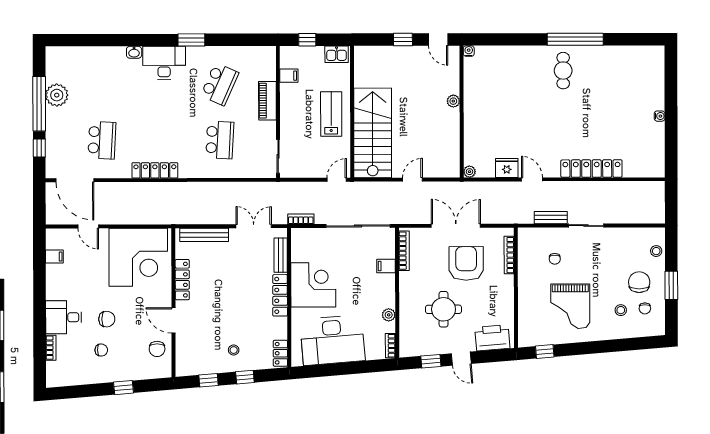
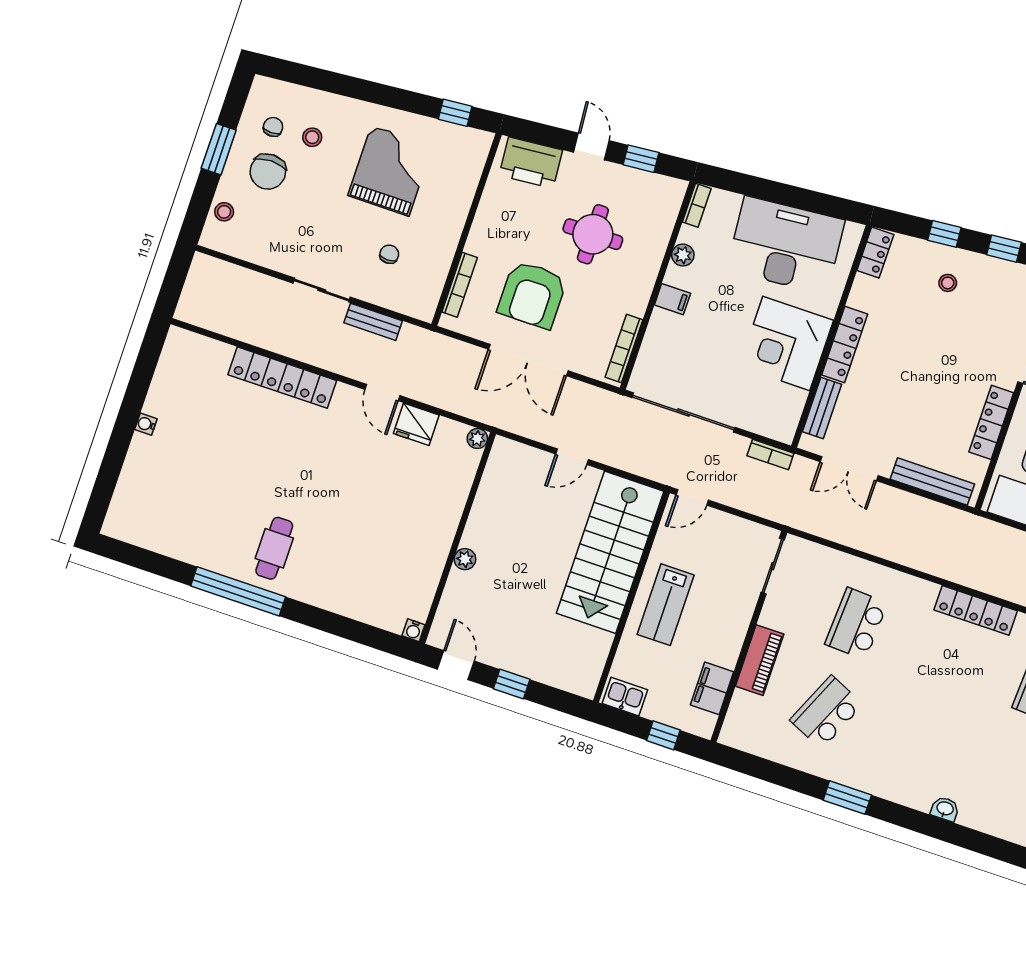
desk: (164, 63) -> (903, 776), removed
filing cabinet: (289, 76) -> (712, 688), width x2.00
filing cabinet: (386, 266) -> (672, 299), moved

